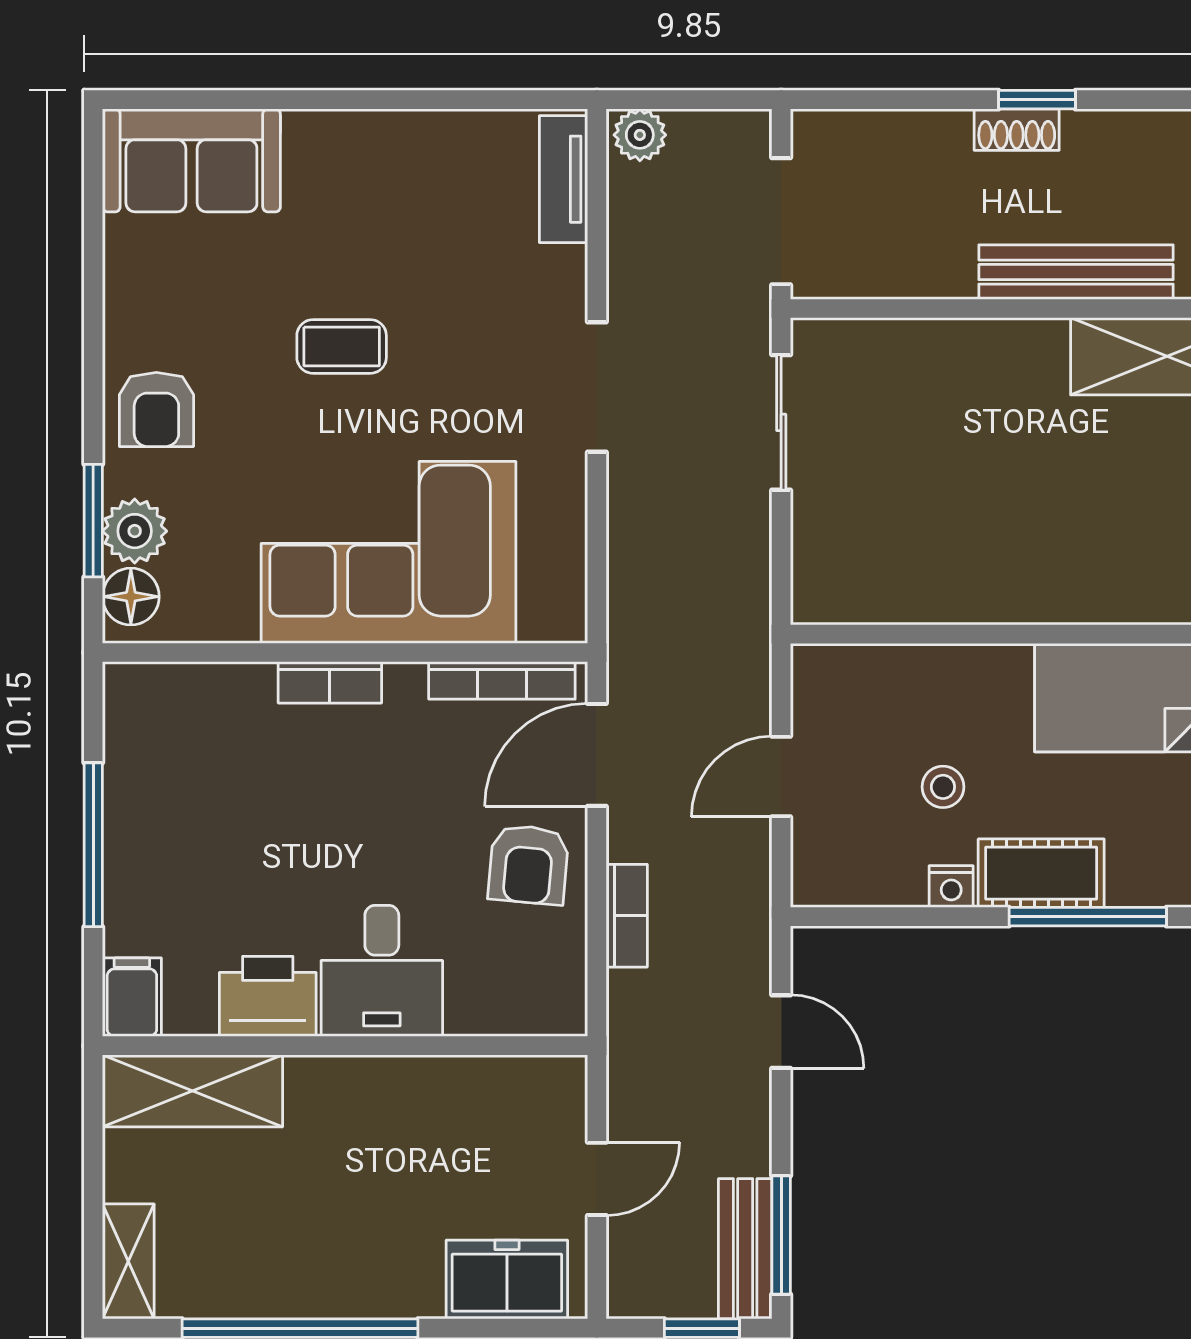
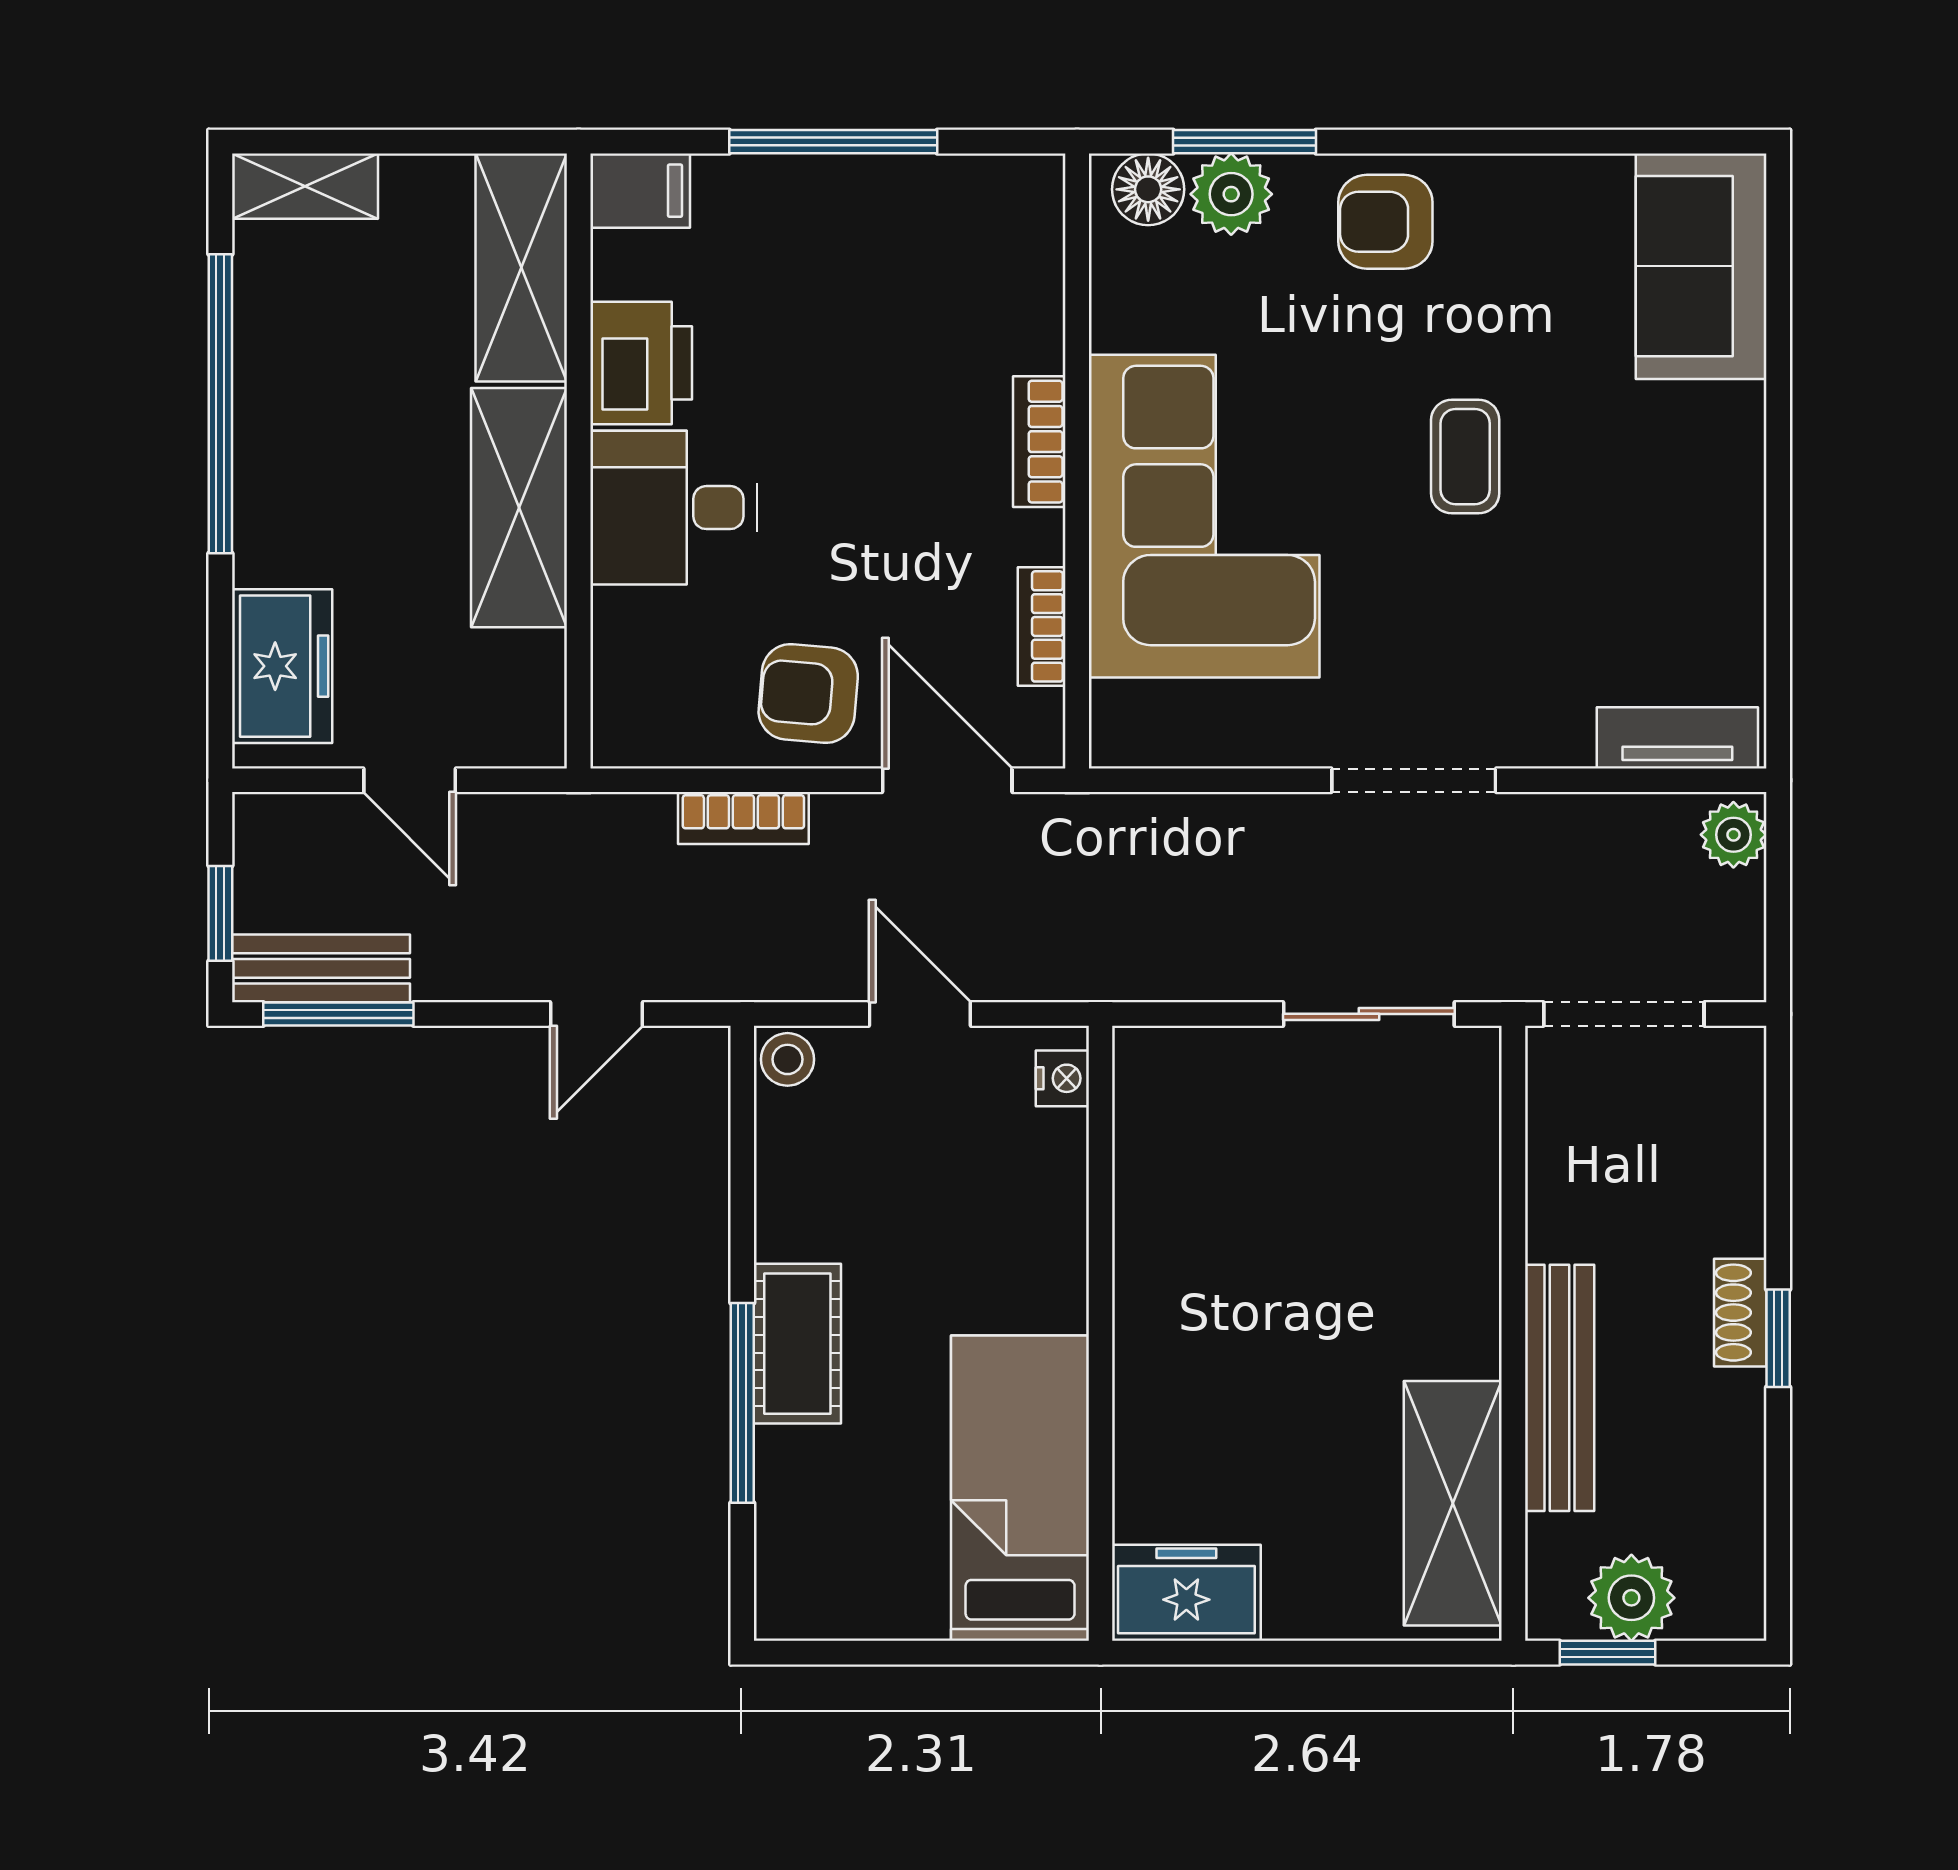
bookcase: (502, 680) -> (1042, 626), width x0.64
stool: (943, 787) -> (787, 1059), moved
nightstand: (951, 887) -> (1062, 1078), moved, turned 180
shelving: (382, 1093) -> (519, 508), added

